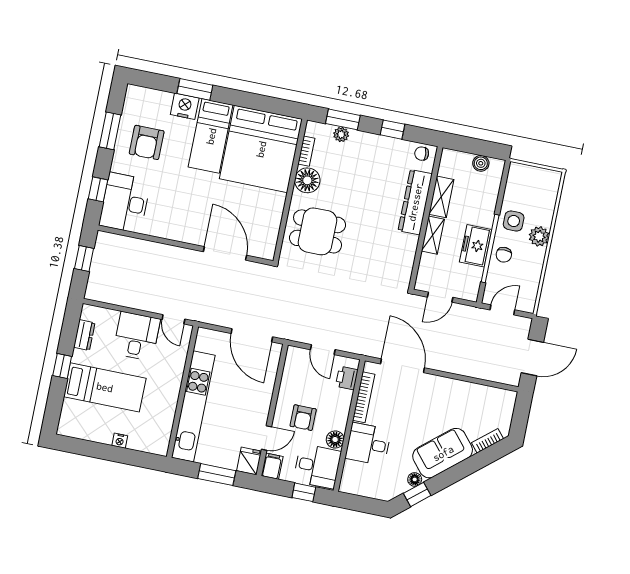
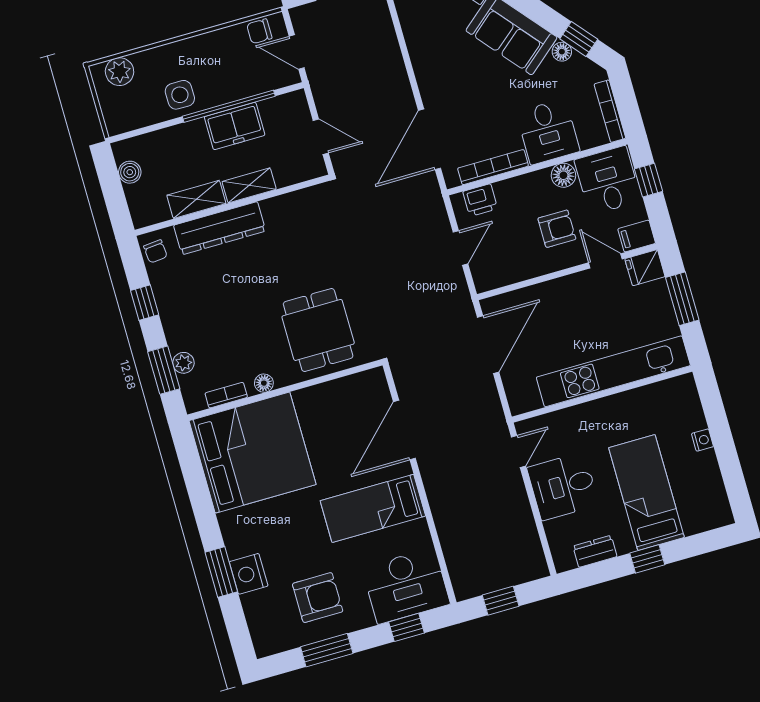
bed: (211, 136) -> (373, 508), moved, turned 180
floor lamp: (307, 180) -> (264, 383), width x0.53, depth x0.53
plant: (539, 236) -> (120, 72), moved
chair: (504, 255) -> (259, 31), moved, turned 180
bookcase: (361, 490) -> (610, 111), added

